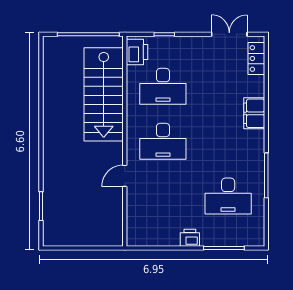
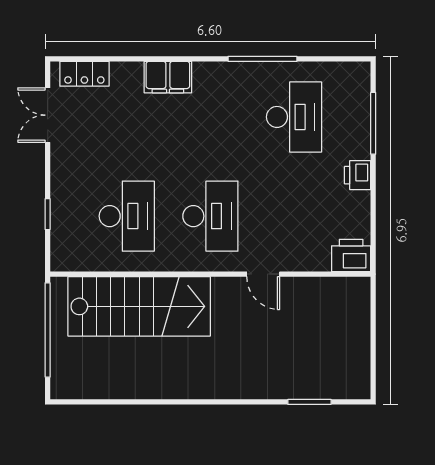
printer: (137, 52) -> (351, 256), moved

